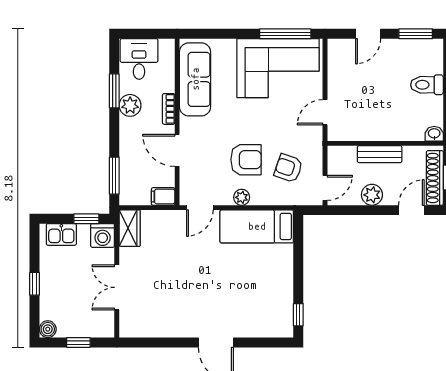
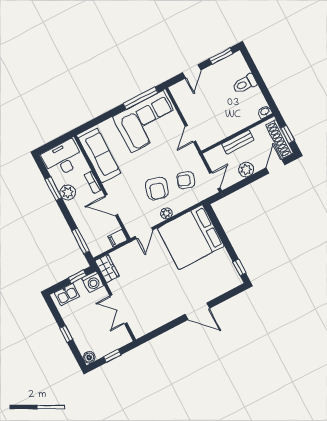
desk: (139, 59) -> (63, 159), width x1.37
armchair: (246, 160) -> (157, 189), turned 106
bed: (257, 226) -> (191, 237), width x2.04

